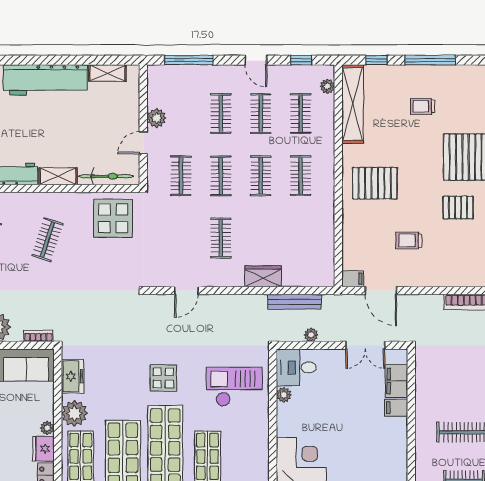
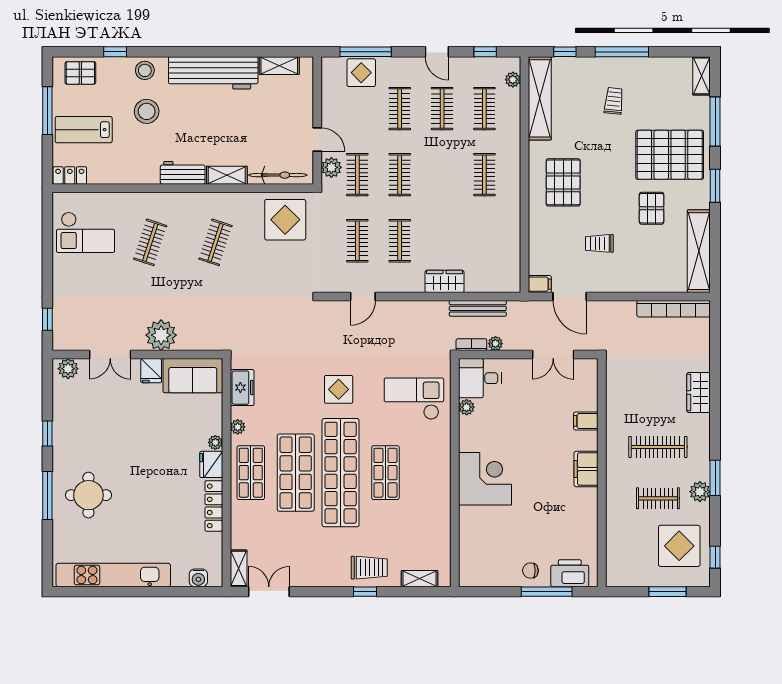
display table: (185, 80) -> (361, 73), added
trolley: (422, 106) -> (614, 101), turned 96
plant: (157, 118) -> (331, 167), moved
door: (143, 143) -> (317, 139), swing flipped
clothes rail: (261, 176) -> (357, 241), moved
pallet: (375, 183) -> (563, 182), turned 90
pallet: (458, 207) -> (652, 208), turned 90
bookcase: (38, 336) -> (471, 345), moved
filing cabinet: (396, 381) -> (586, 469), moved
plant: (74, 413) -> (238, 427), width x0.53, depth x0.53

